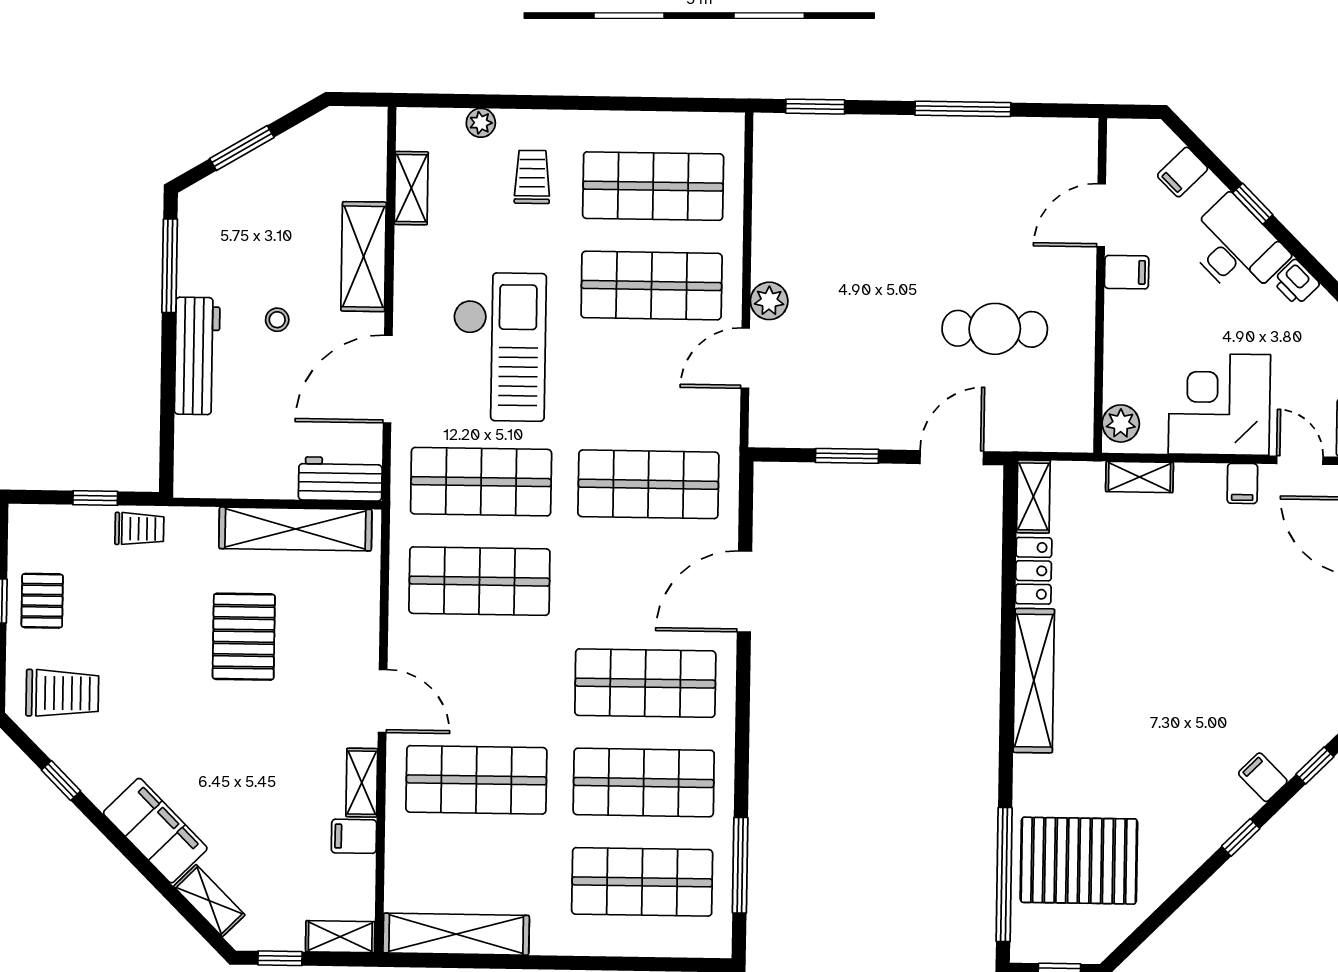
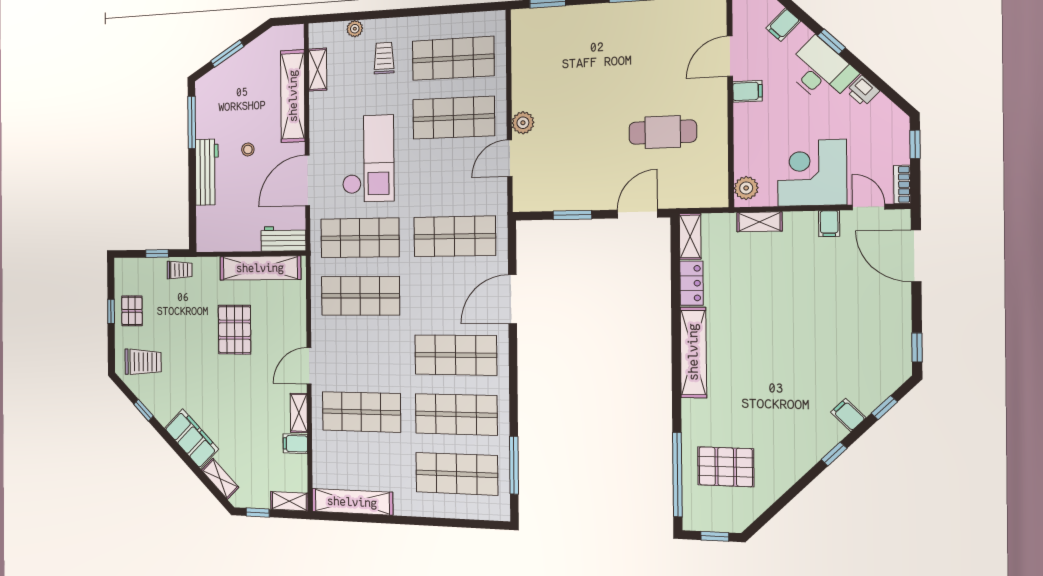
shelving: (364, 257) -> (293, 96), width x1.47
door: (383, 701) -> (309, 366), swing flipped
pallet: (1079, 861) -> (726, 467), width x0.73, depth x0.71

